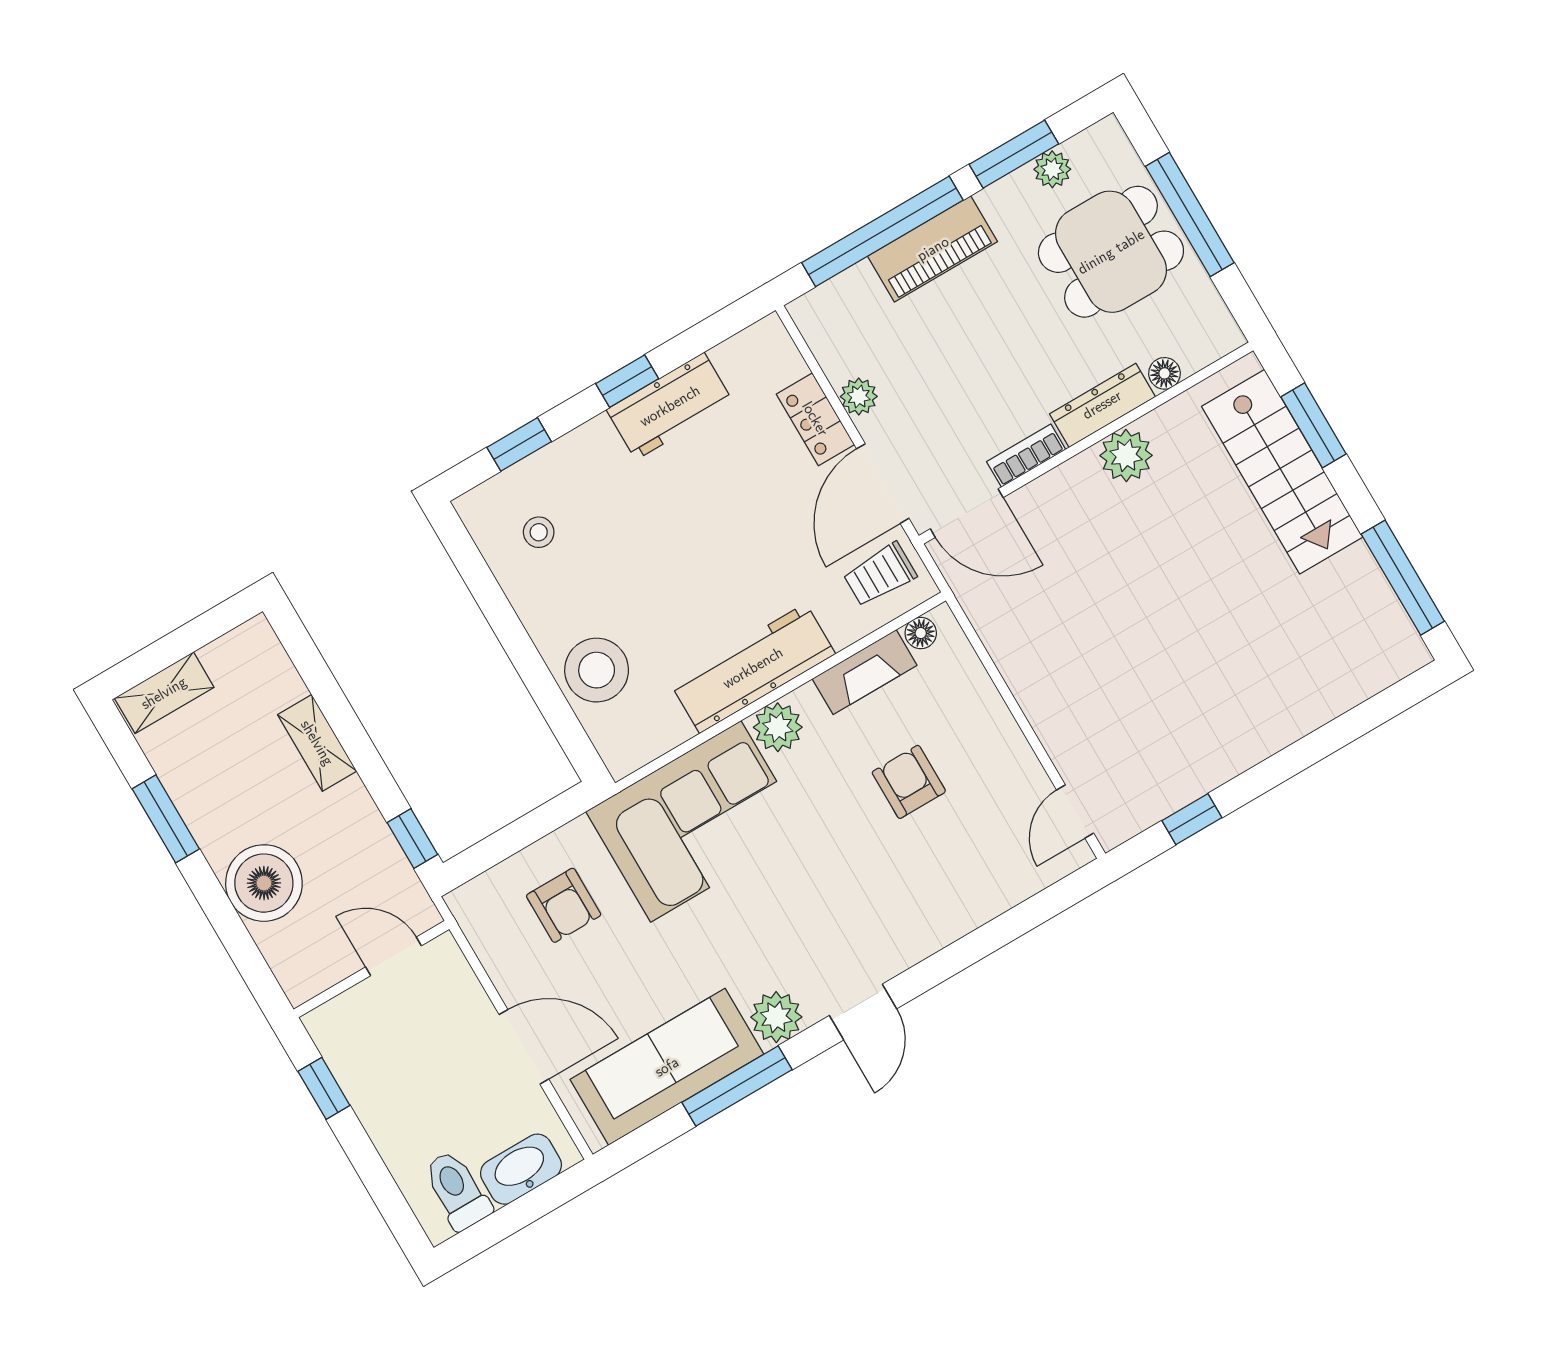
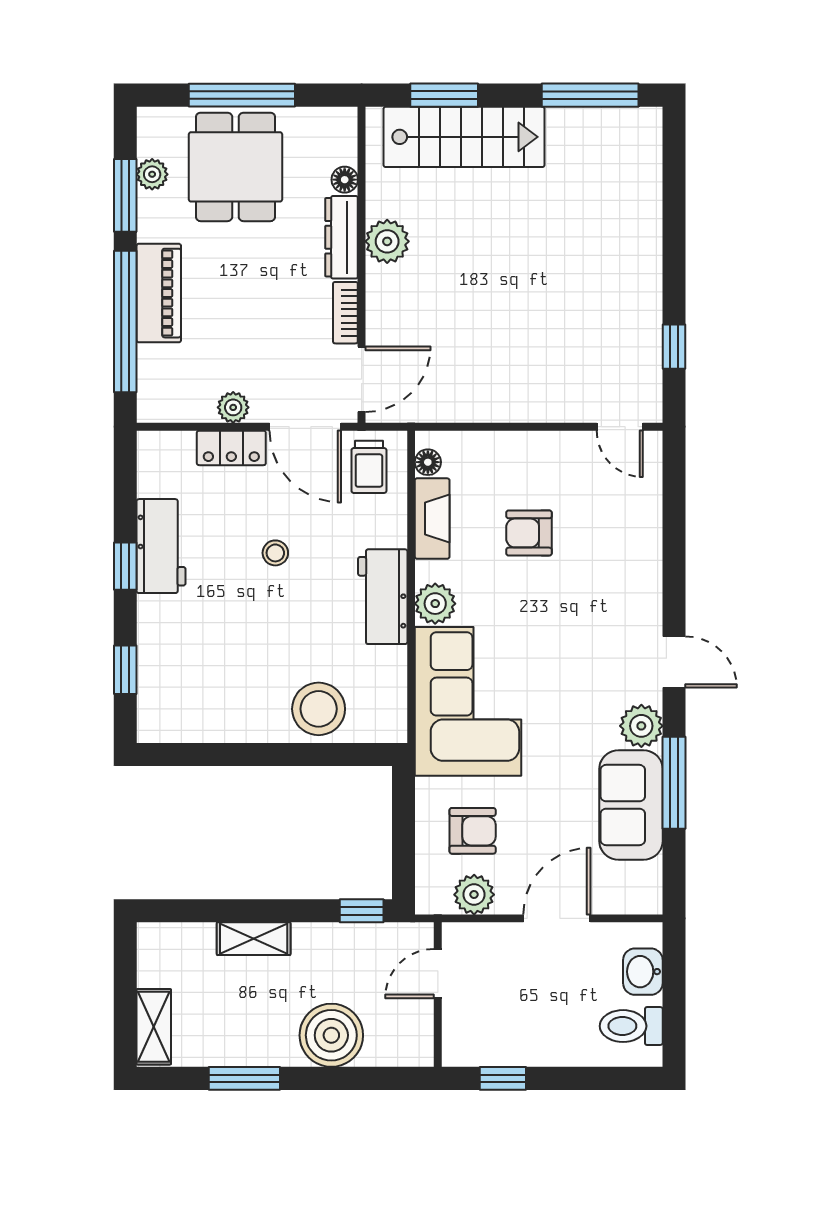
stool: (539, 532) -> (275, 553), moved
workbench: (753, 668) -> (383, 597), width x0.73
plant: (498, 946) -> (474, 895), added
sofa: (667, 1067) -> (631, 805), width x0.73
washbasin: (521, 1169) -> (643, 972), width x0.72

